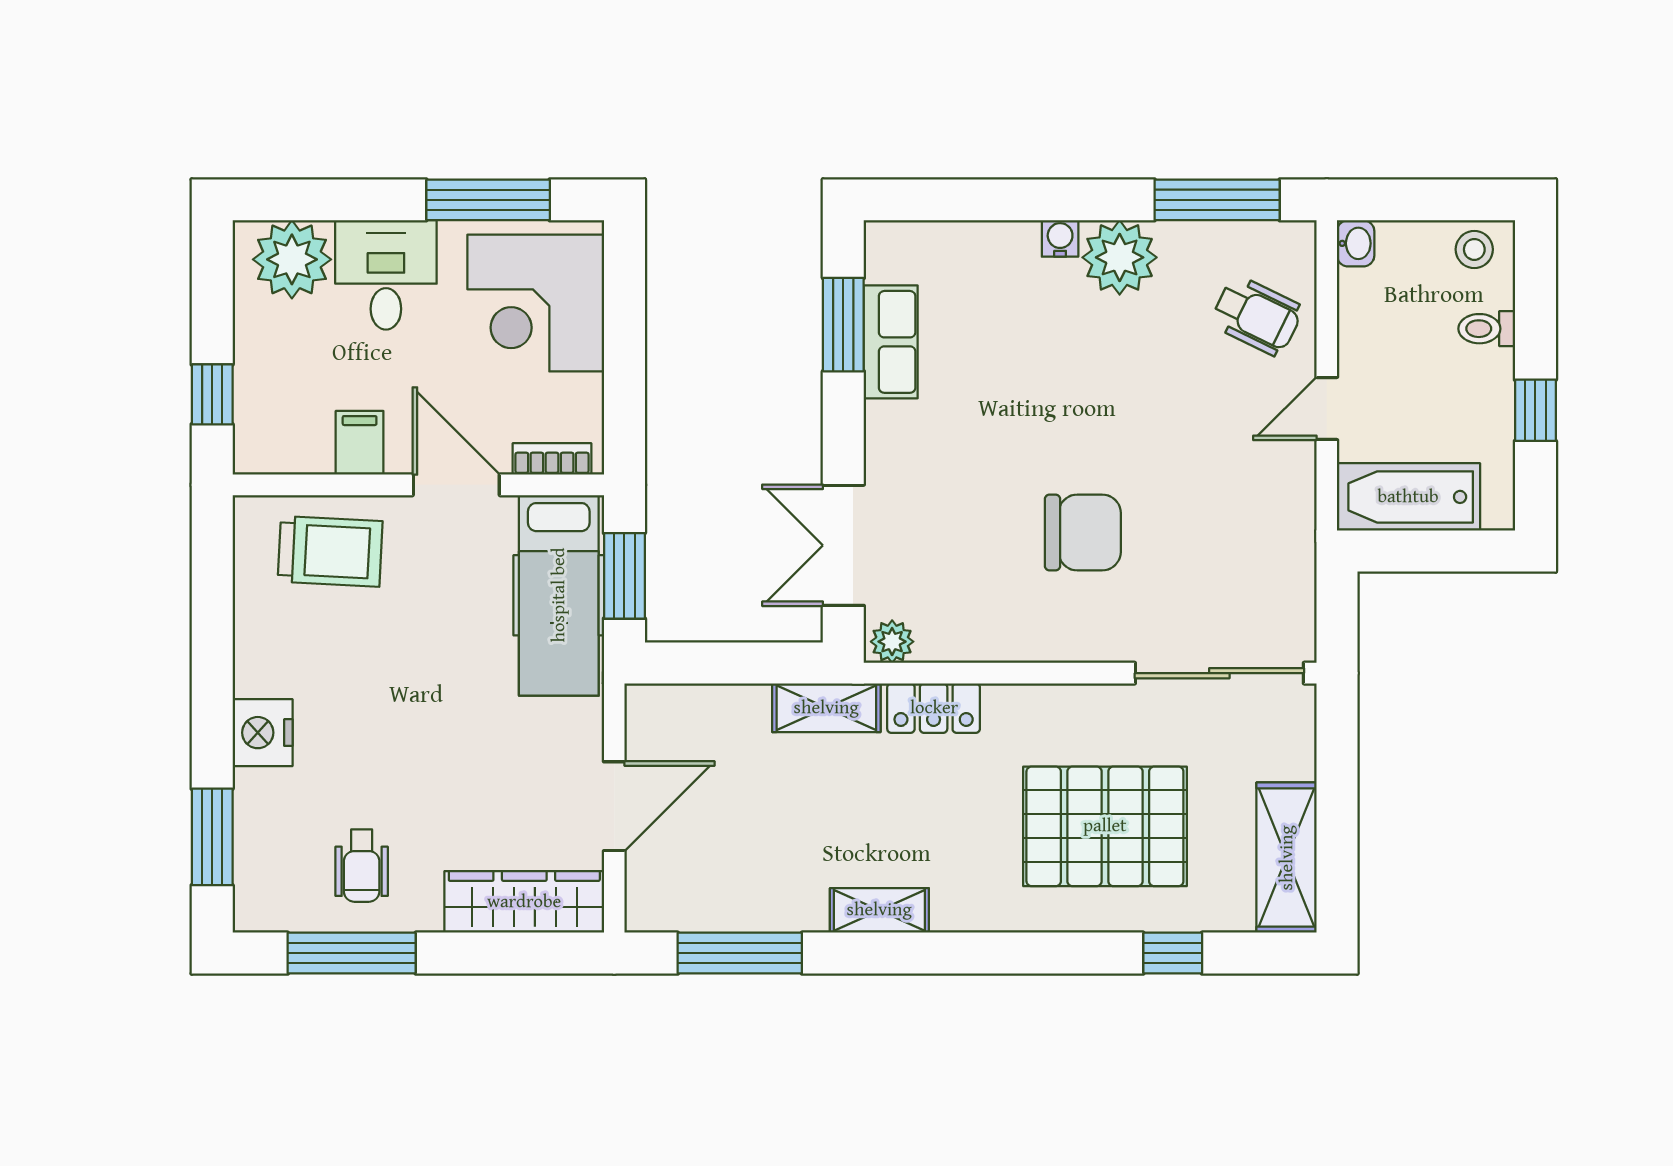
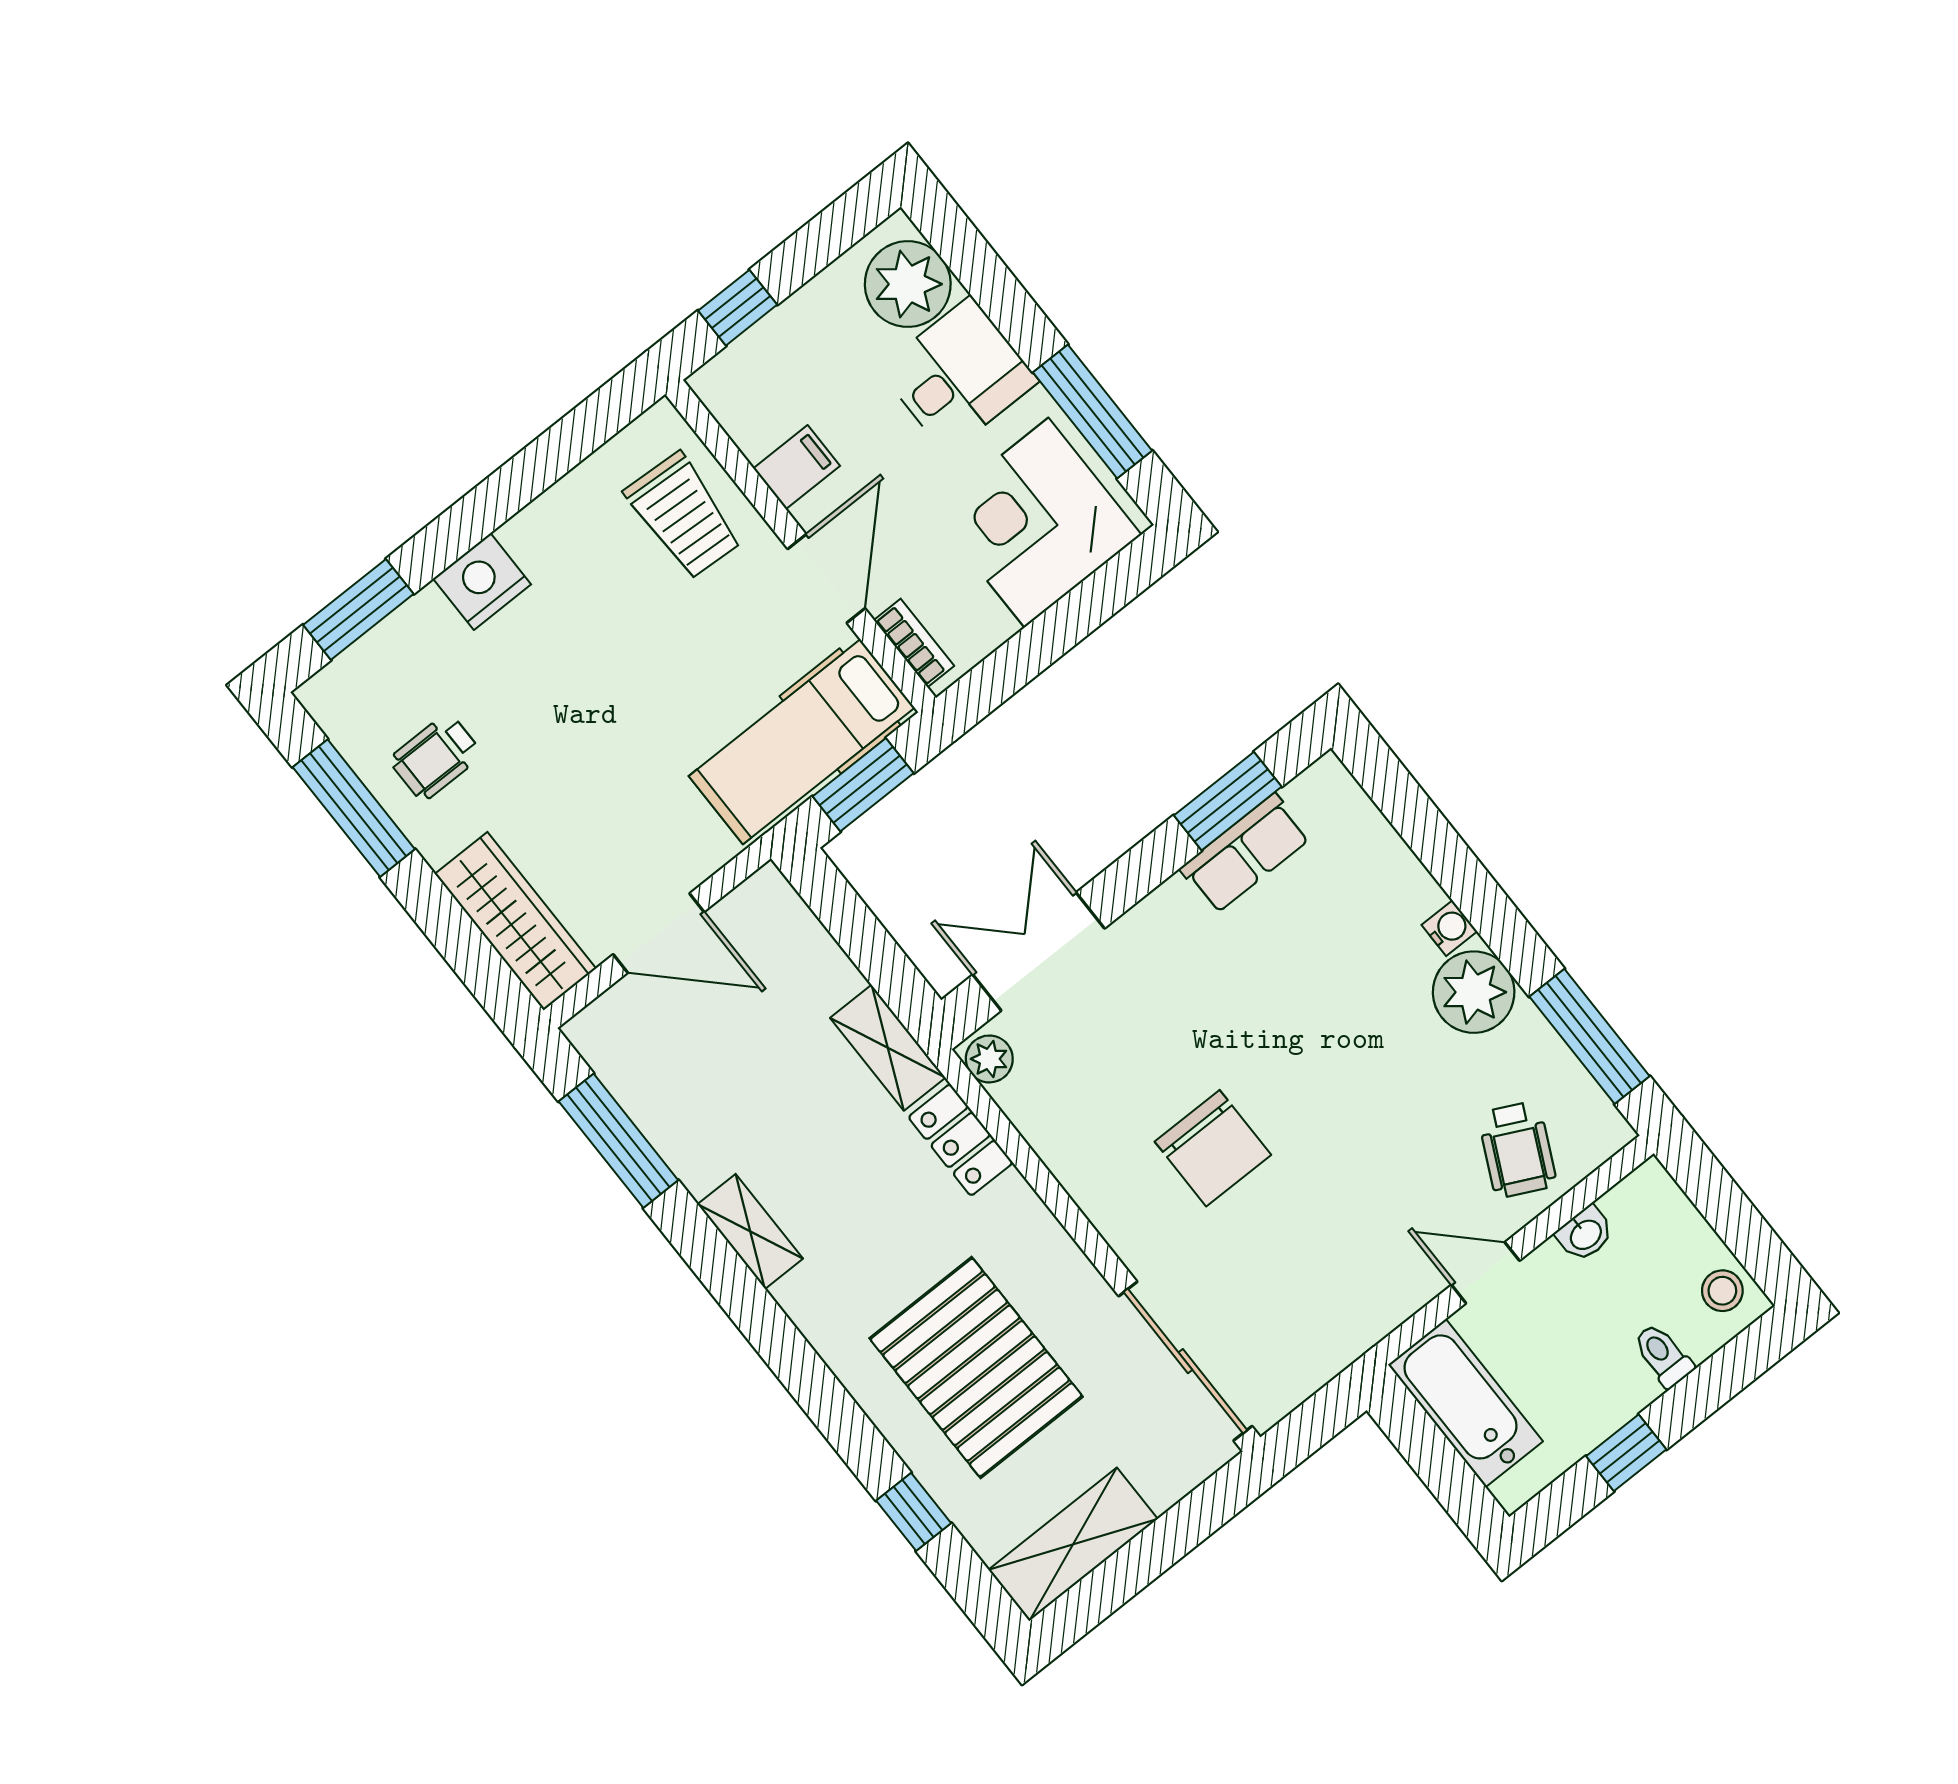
washbasin: (1356, 243) -> (1585, 1234), moved

